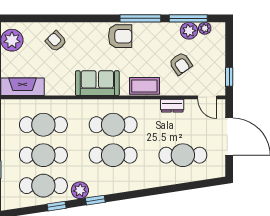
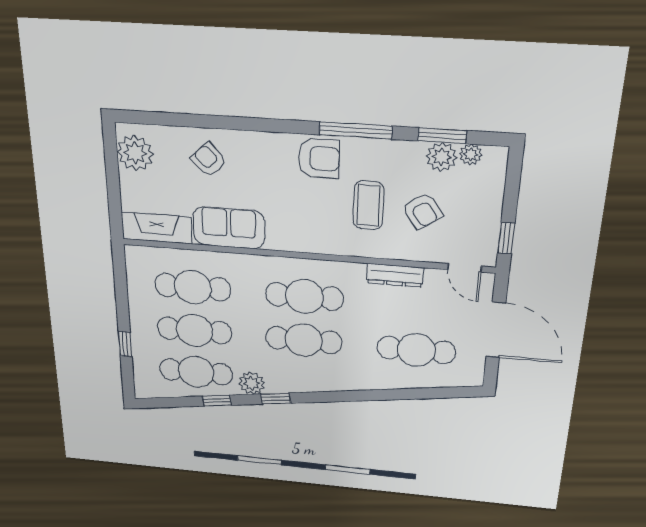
window: (188, 18) -> (442, 136), width x0.69
sofa: (97, 83) -> (229, 228), moved
coffee table: (144, 86) -> (368, 205), moved, turned 90
dresser: (172, 106) -> (395, 275), width x1.44

